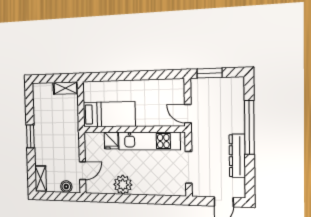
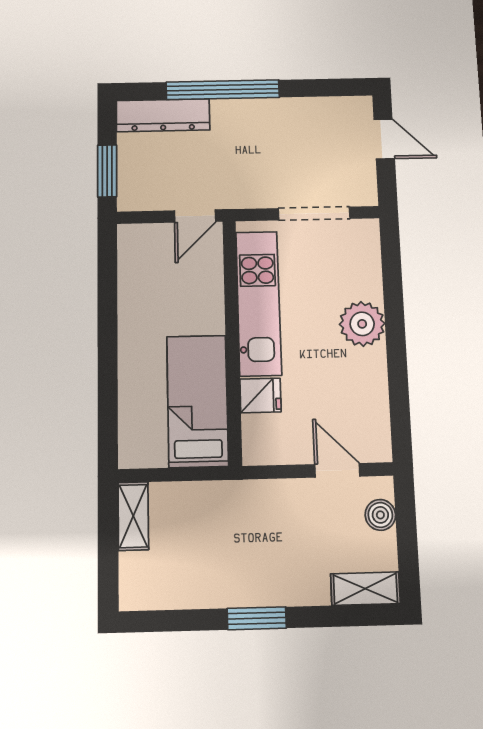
dresser: (237, 156) -> (163, 115), moved
plant: (123, 185) -> (362, 324), moved

